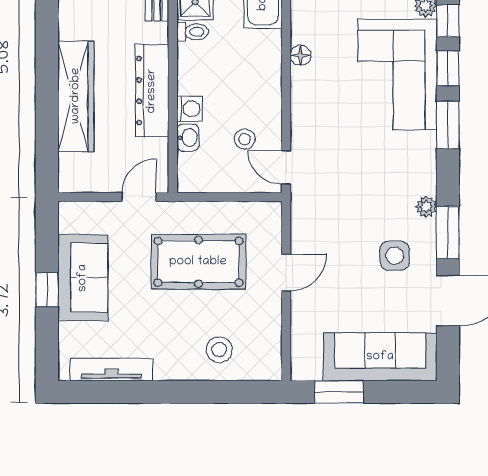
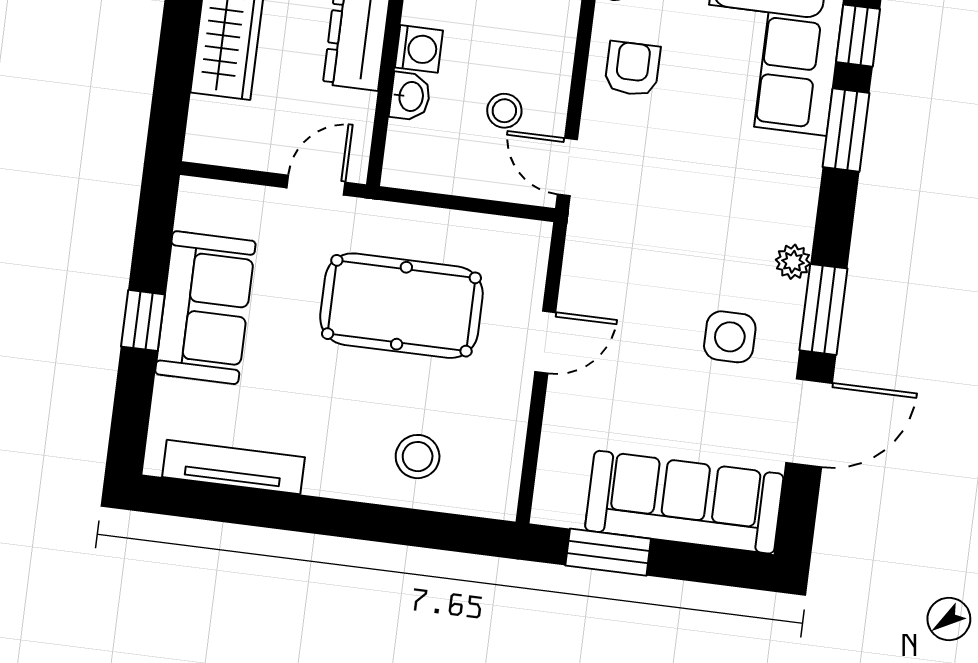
armchair: (317, 105) -> (632, 69), added

